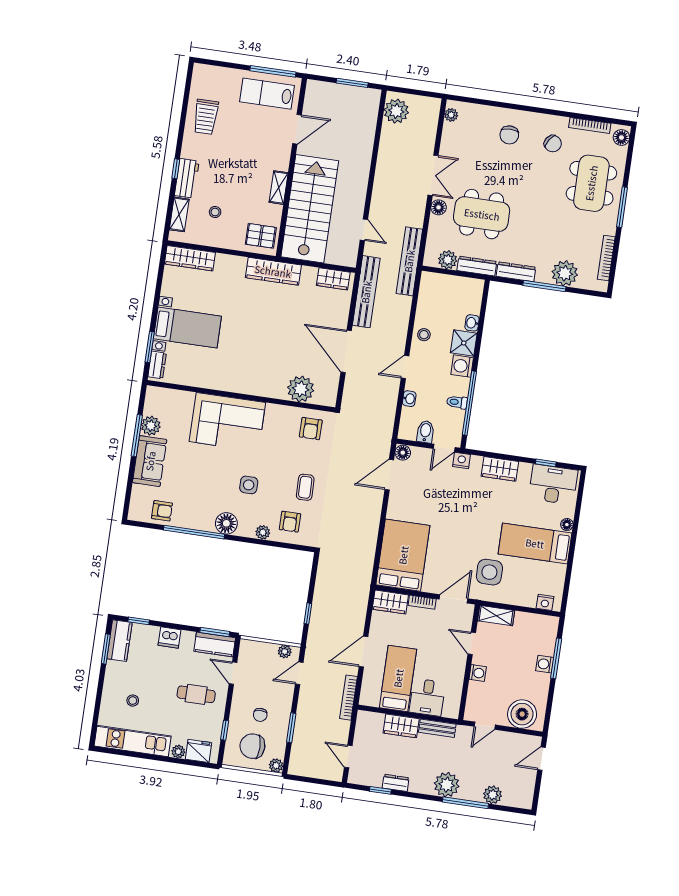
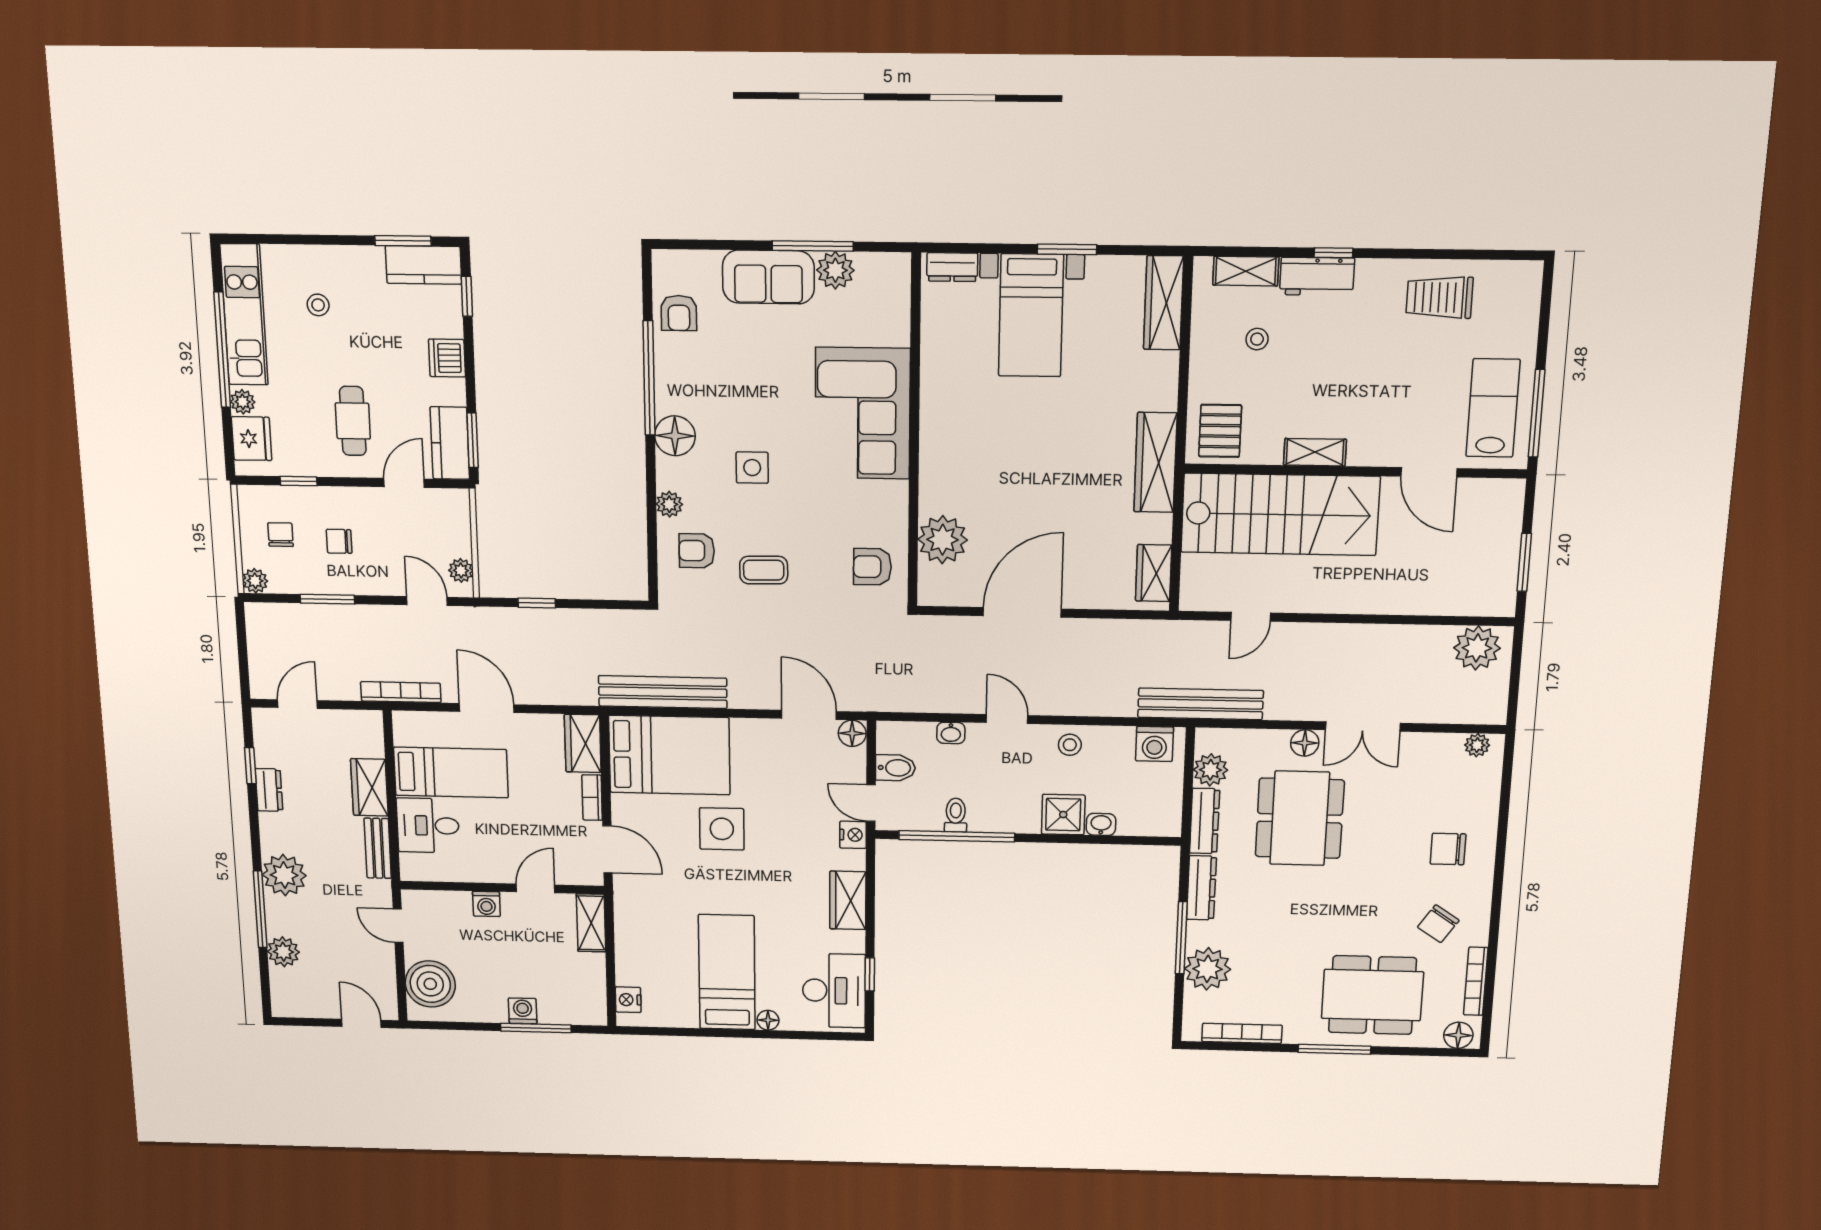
bench: (366, 292) -> (663, 692), moved
window: (150, 347) -> (1067, 249), moved
washing machine: (462, 366) -> (1155, 744), moved, turned 180
side table: (489, 572) -> (722, 829), moved
chair: (252, 746) -> (280, 535), width x0.54, depth x0.54
window: (149, 757) -> (222, 350), added

